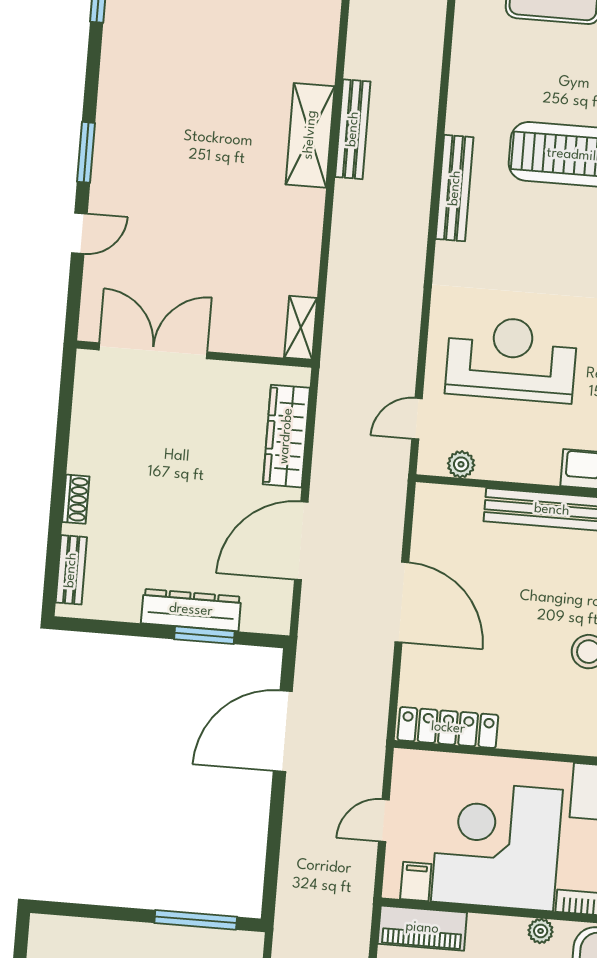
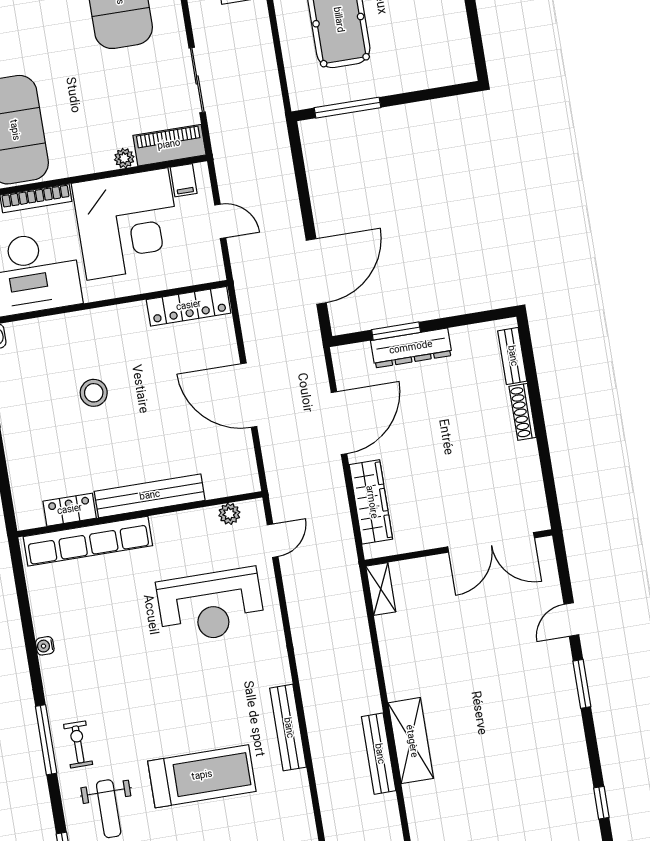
shoe rack: (76, 499) -> (523, 412), width x1.43
door: (384, 821) -> (220, 221), hinge flipped
plant: (541, 931) -> (124, 158), moved

